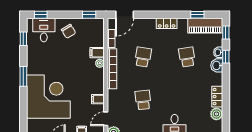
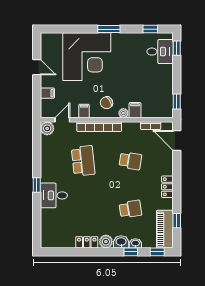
chair: (69, 31) -> (106, 103), moved
bookcase: (112, 69) -> (99, 127), moved
school desk: (143, 100) -> (83, 161), width x1.85
plant: (216, 114) -> (106, 242), moved
door: (106, 119) -> (62, 120), hinge flipped

